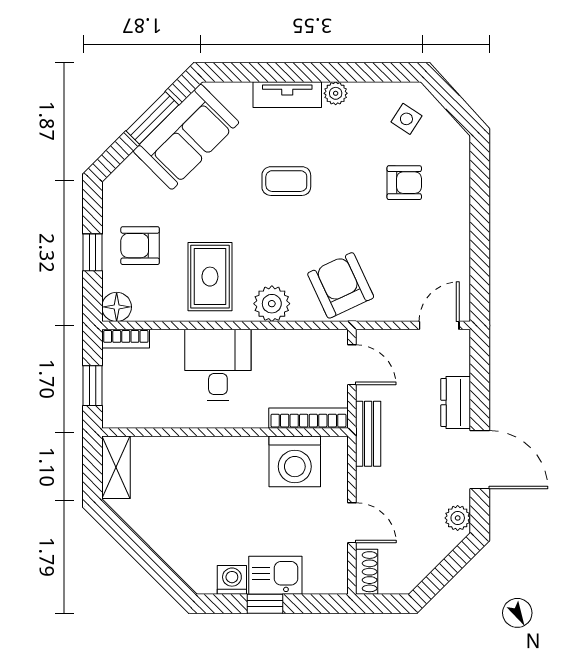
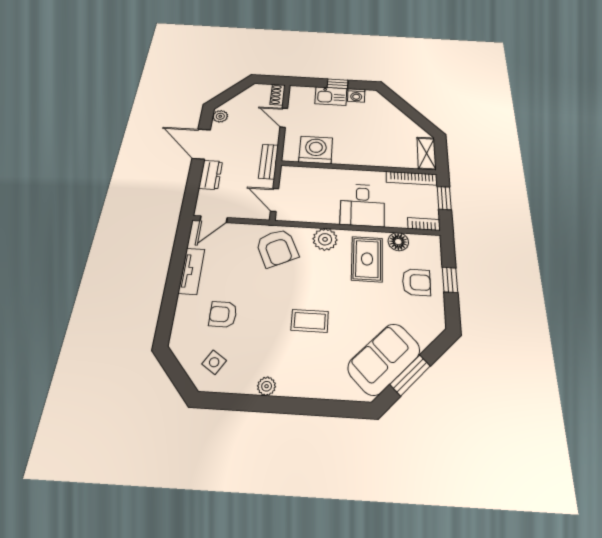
tv unit: (287, 95) -> (192, 271), moved, turned 90
floor lamp: (117, 307) -> (398, 242), moved
bookcase: (308, 418) -> (412, 178), moved

